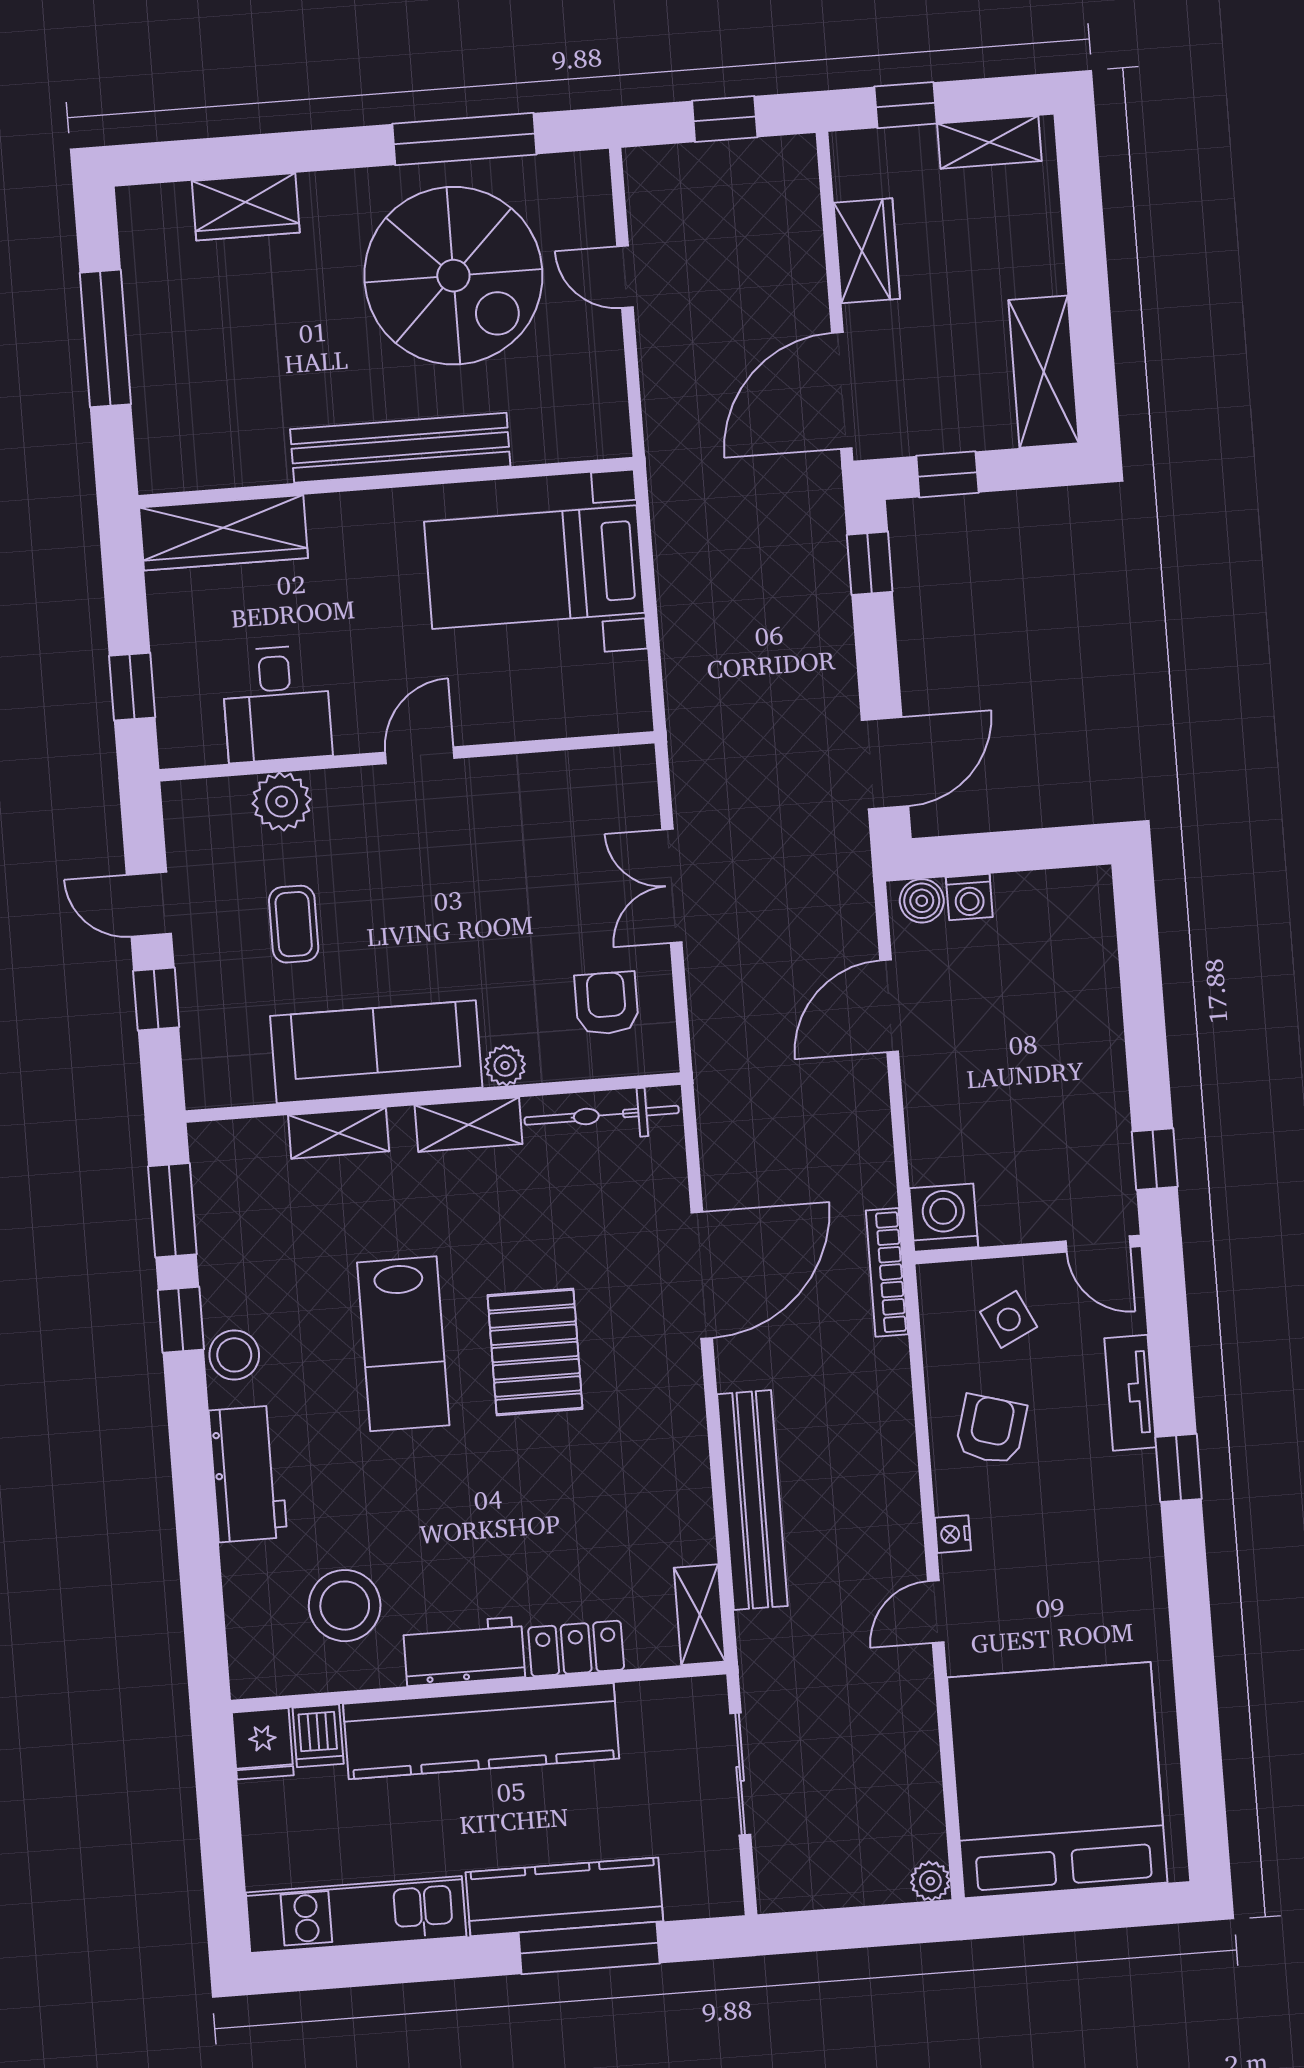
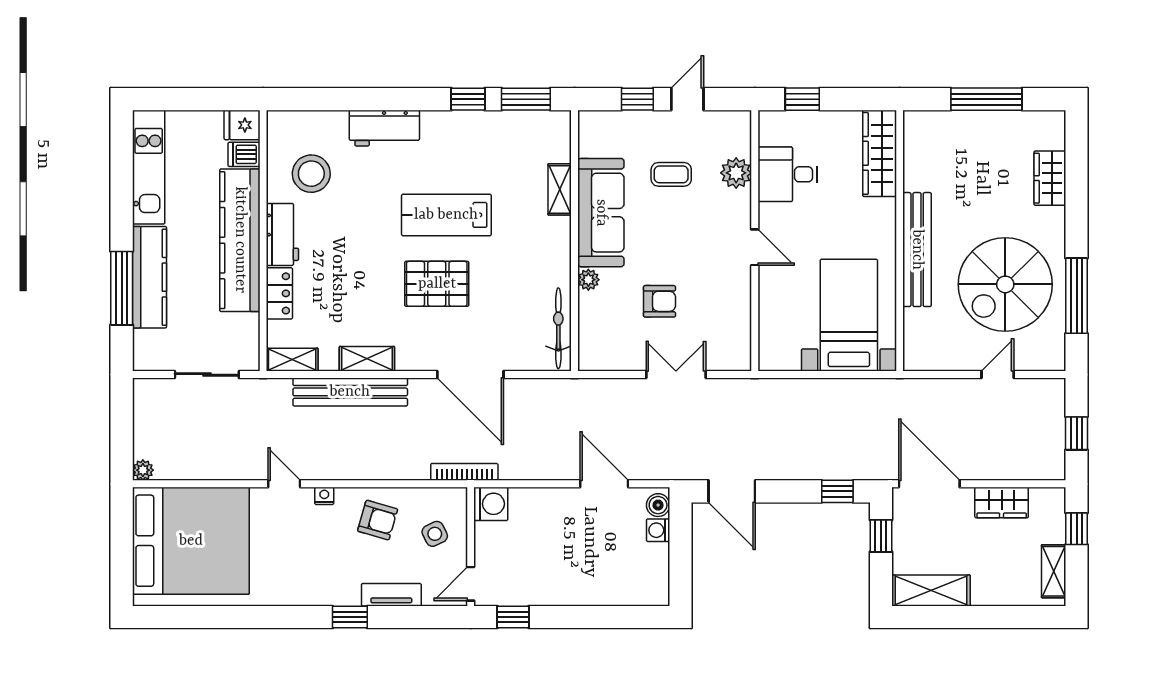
armchair: (607, 1003) -> (659, 301), moved
shelving: (469, 1125) -> (367, 359), moved, turned 90
stool: (234, 1355) -> (447, 126), removed

